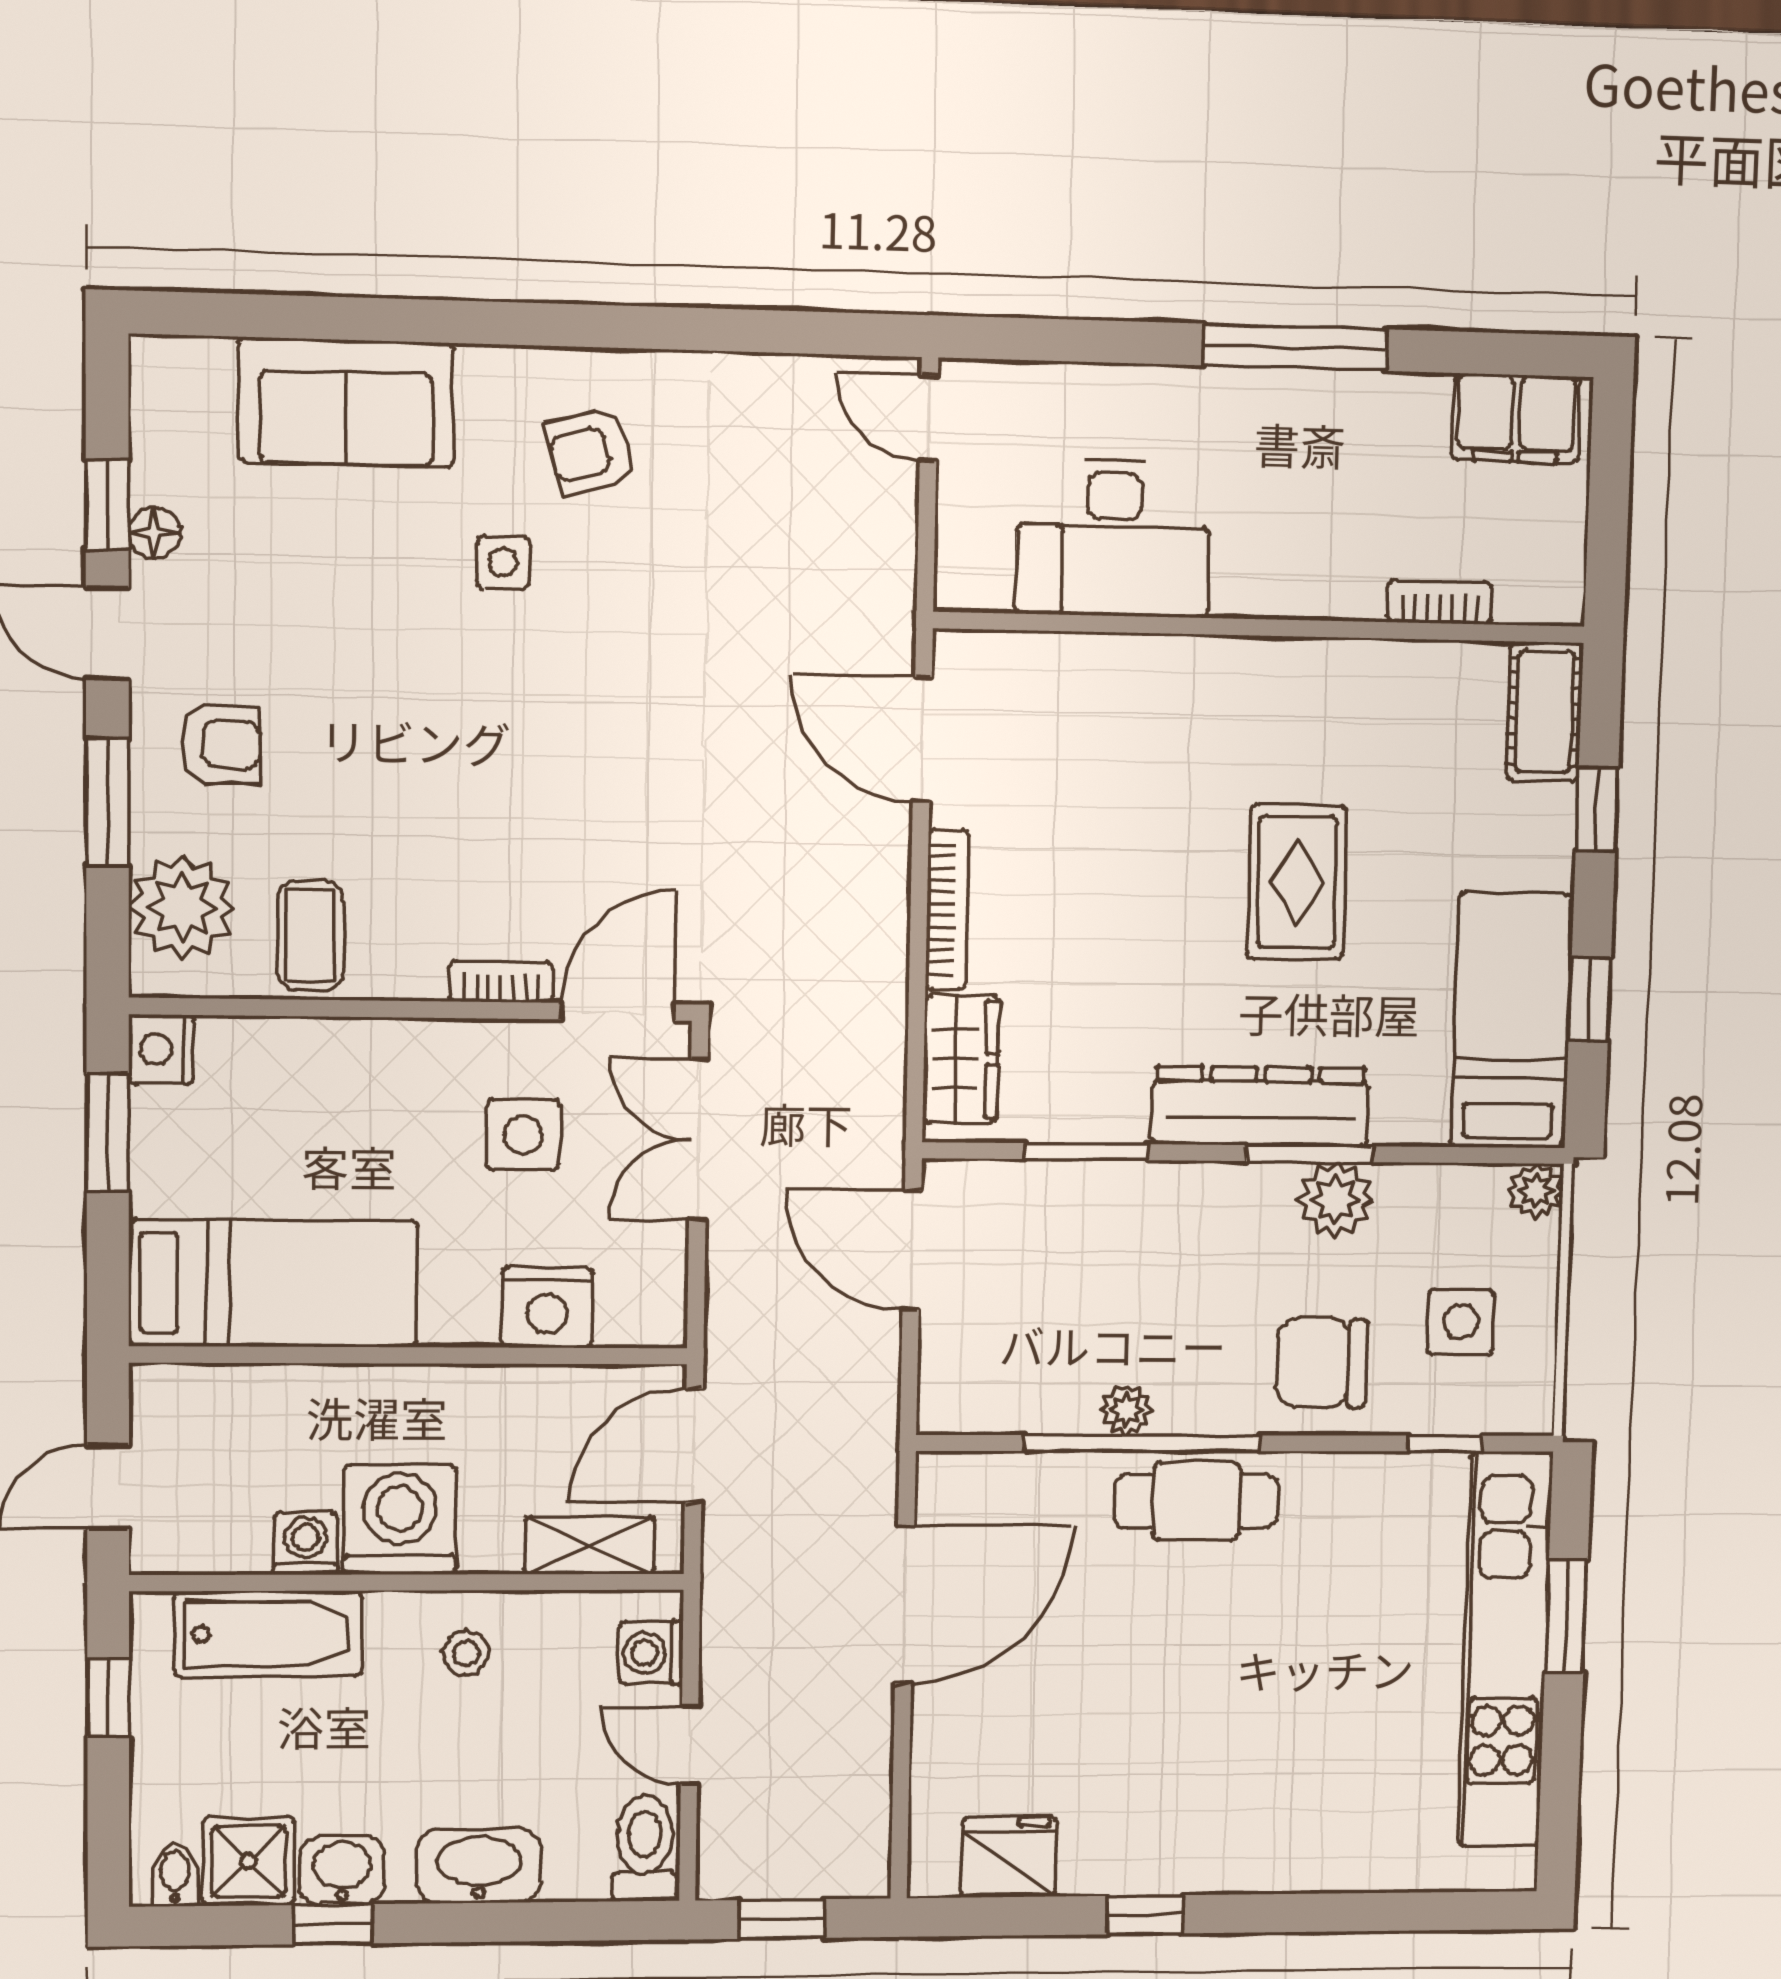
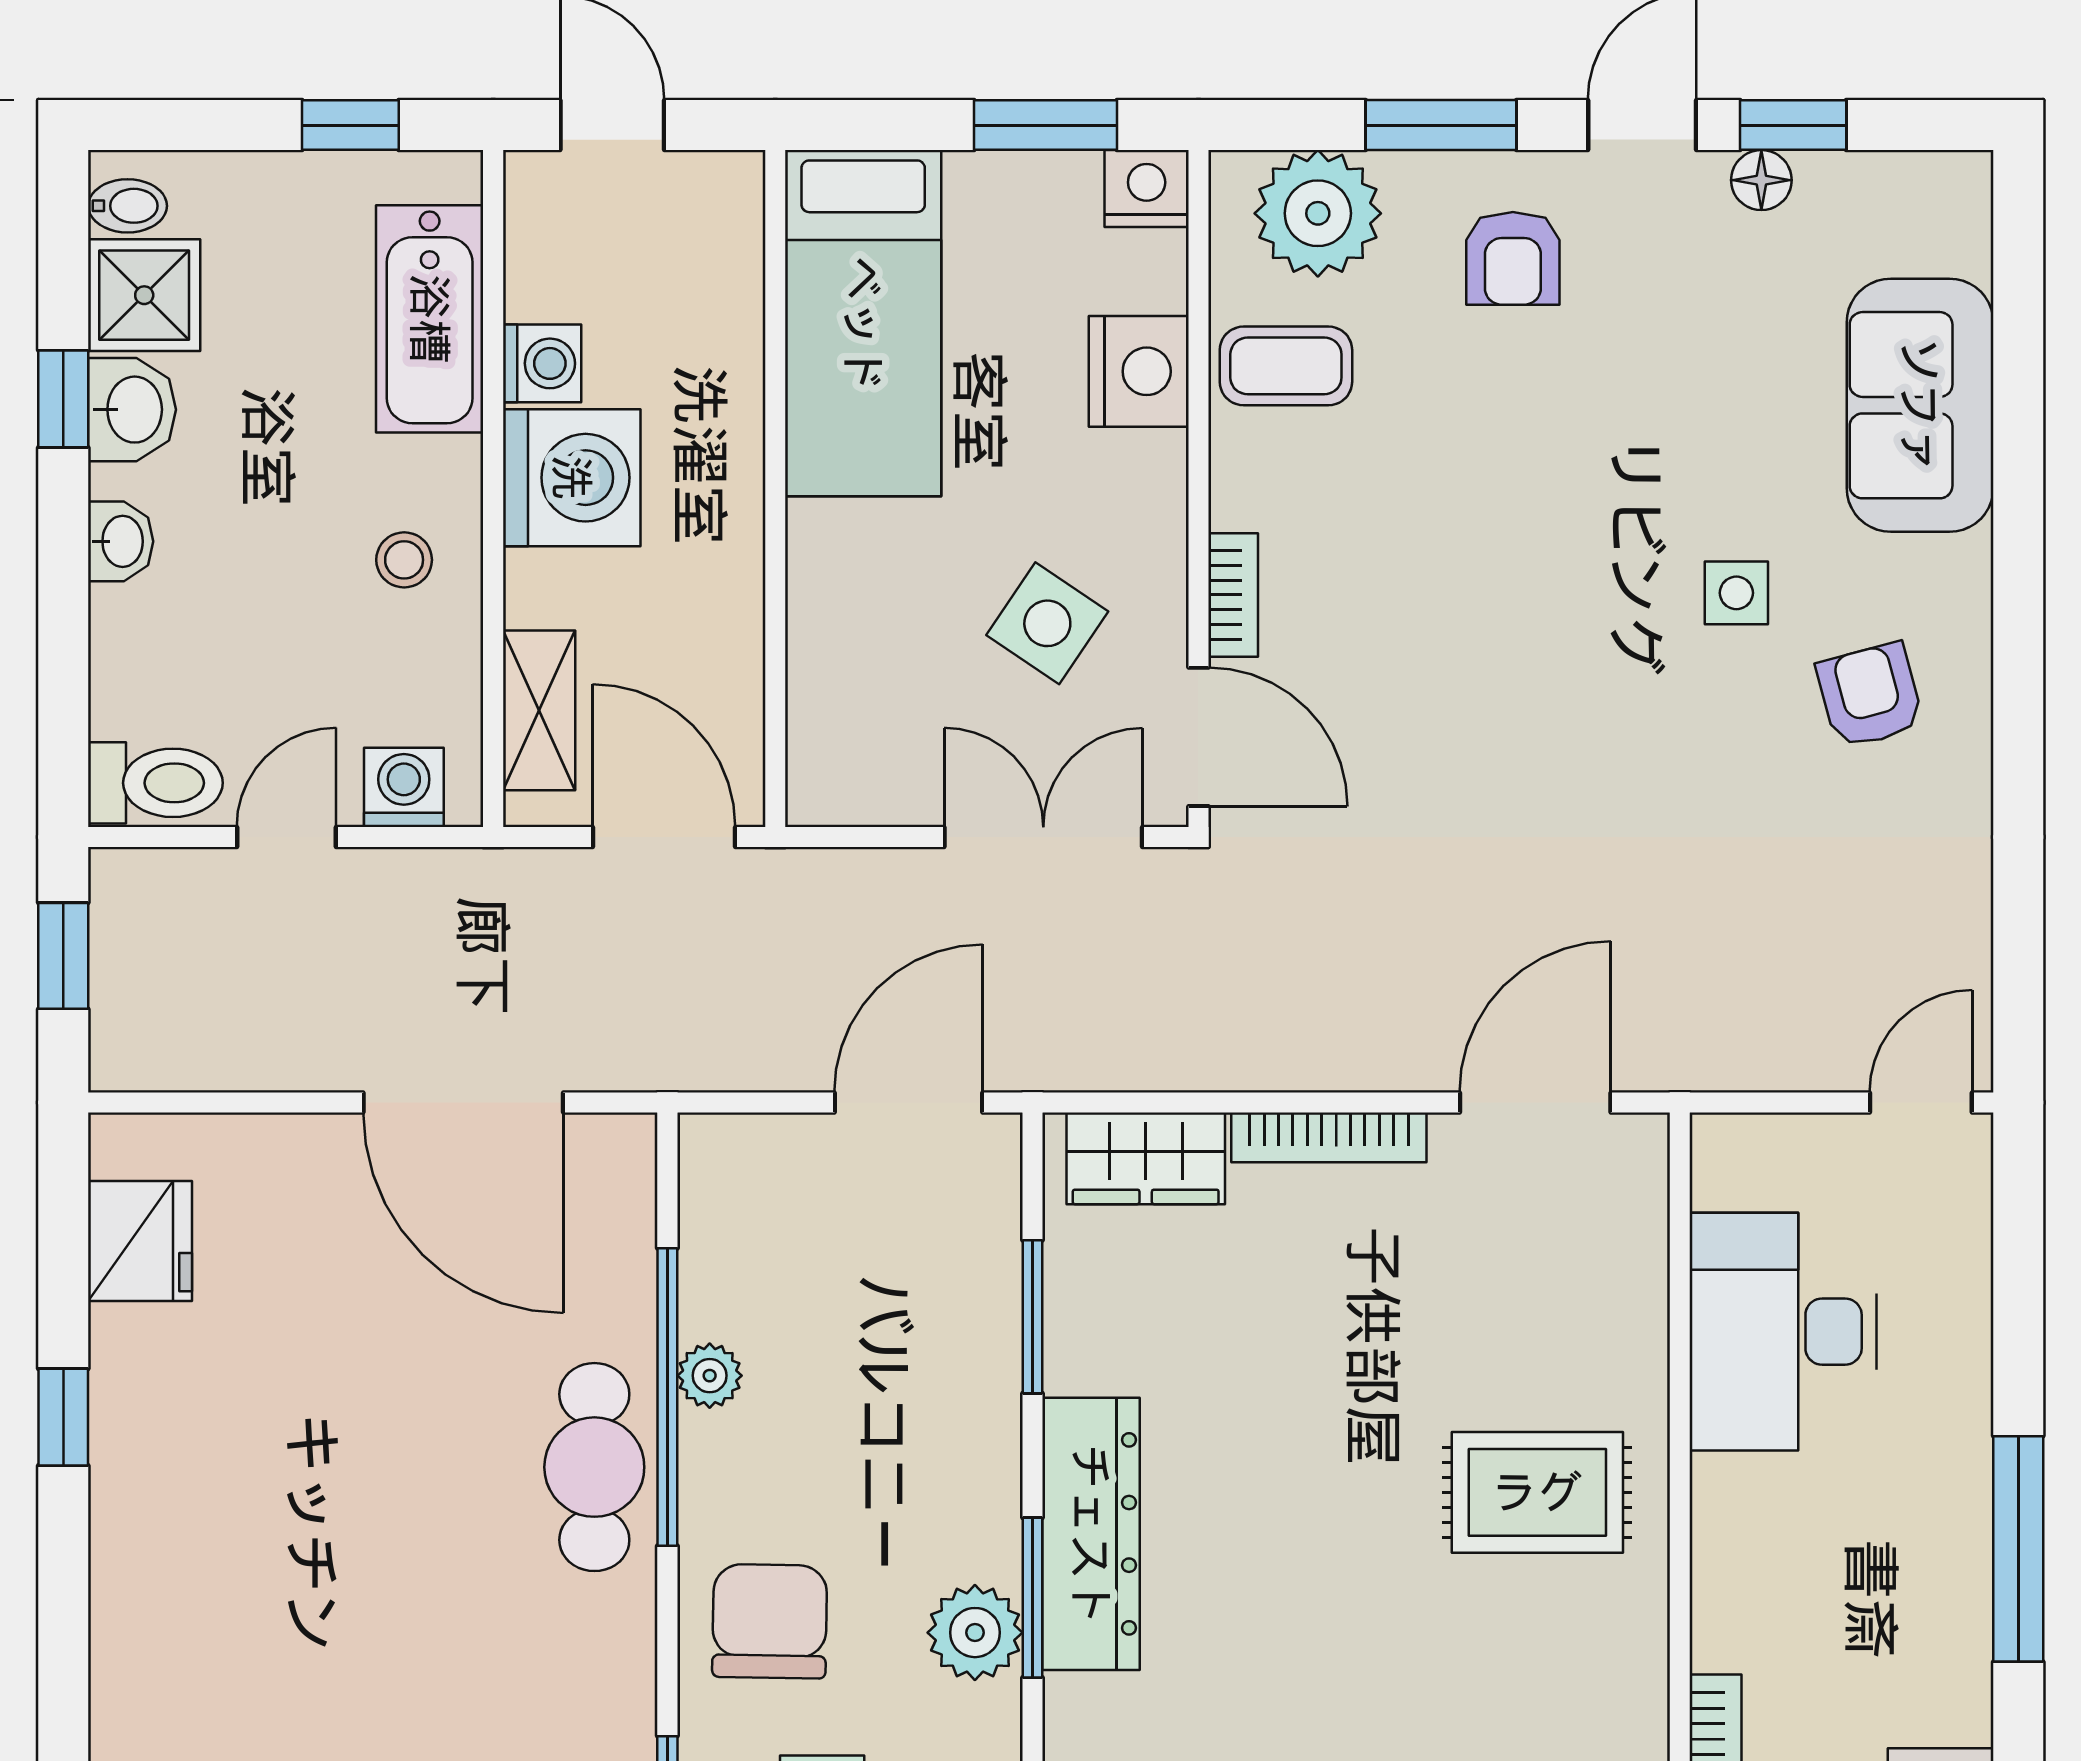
rug: (1297, 882) -> (1537, 1492), moved
side table: (523, 1135) -> (1047, 623), turned 34
nightstand: (547, 1307) -> (1139, 371), moved, turned 180
washbasin: (479, 1866) -> (121, 541), width x0.52, depth x0.69

